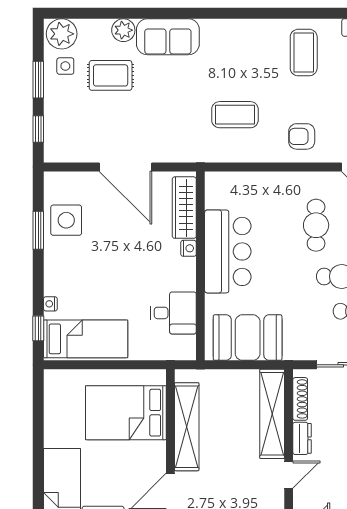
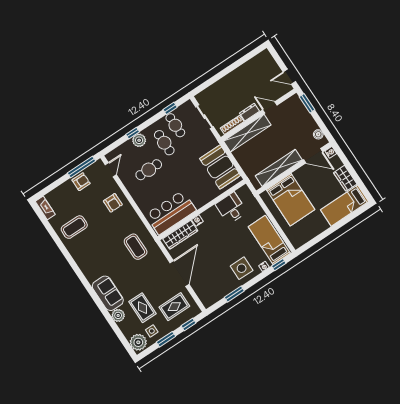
coffee table: (235, 115) -> (136, 247), moved
rug: (80, 125) -> (174, 307), added
side table: (66, 220) -> (242, 268), moved
bar counter: (228, 251) -> (171, 212), moved

